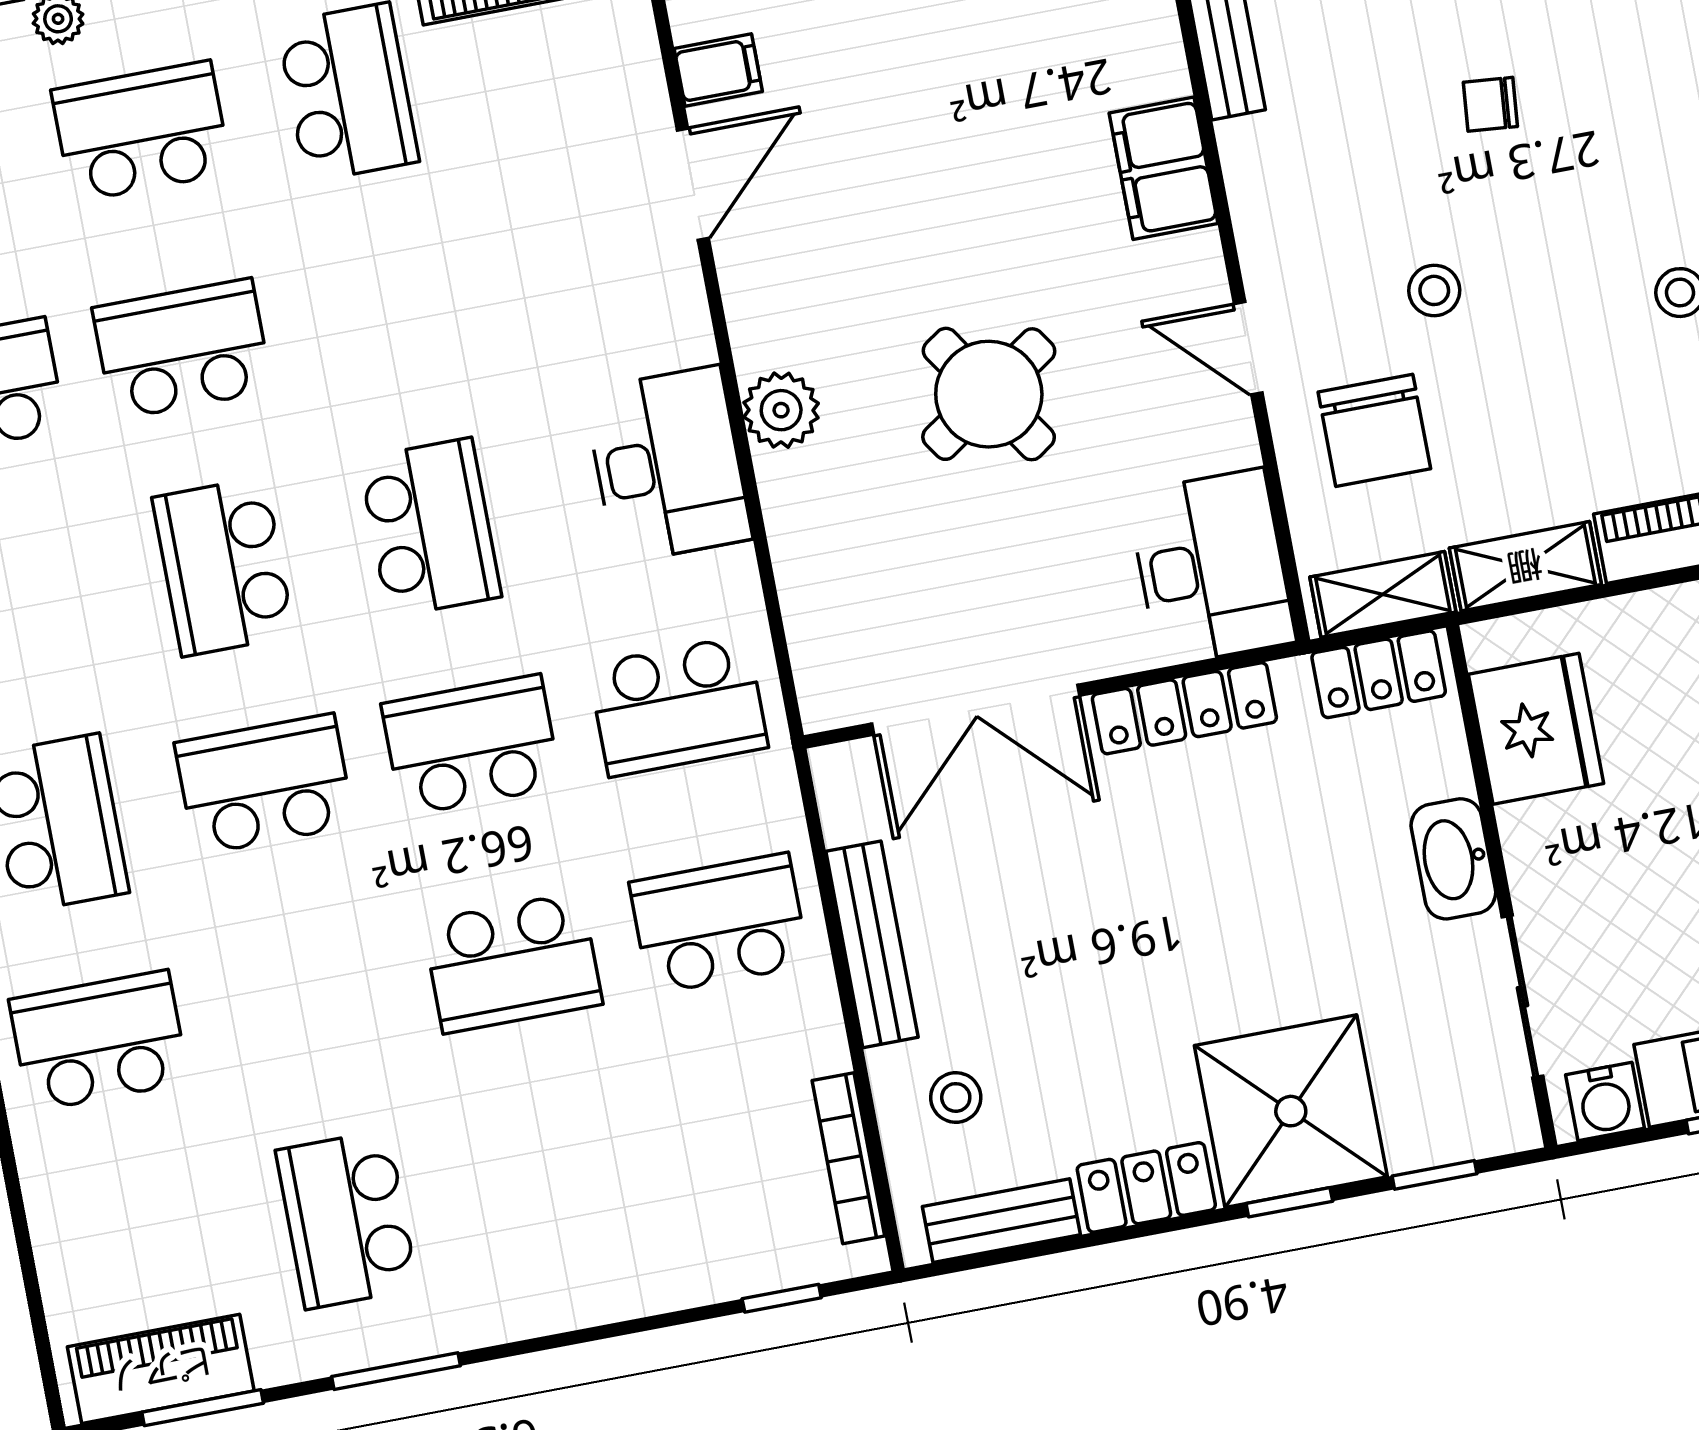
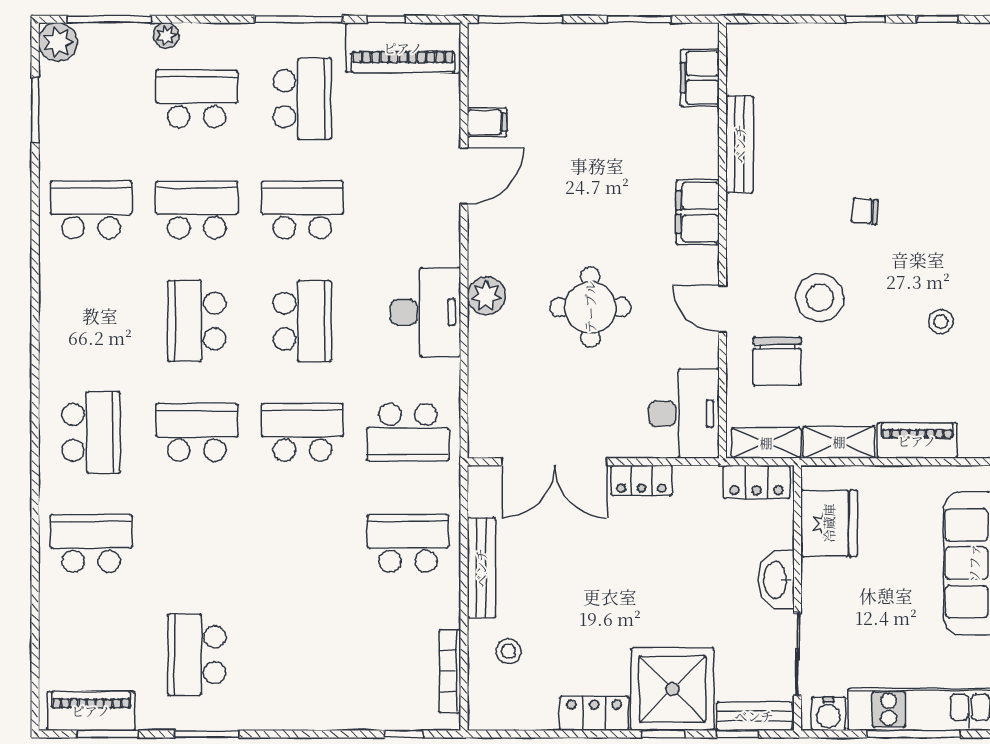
stool: (1434, 290) -> (820, 298), width x1.89, depth x1.89
round table: (989, 394) -> (590, 307), turned 34
locker: (1184, 708) -> (642, 480), width x0.66
school desk: (512, 963) -> (302, 210), moved, turned 180
bench: (1001, 1221) -> (754, 716), moved

